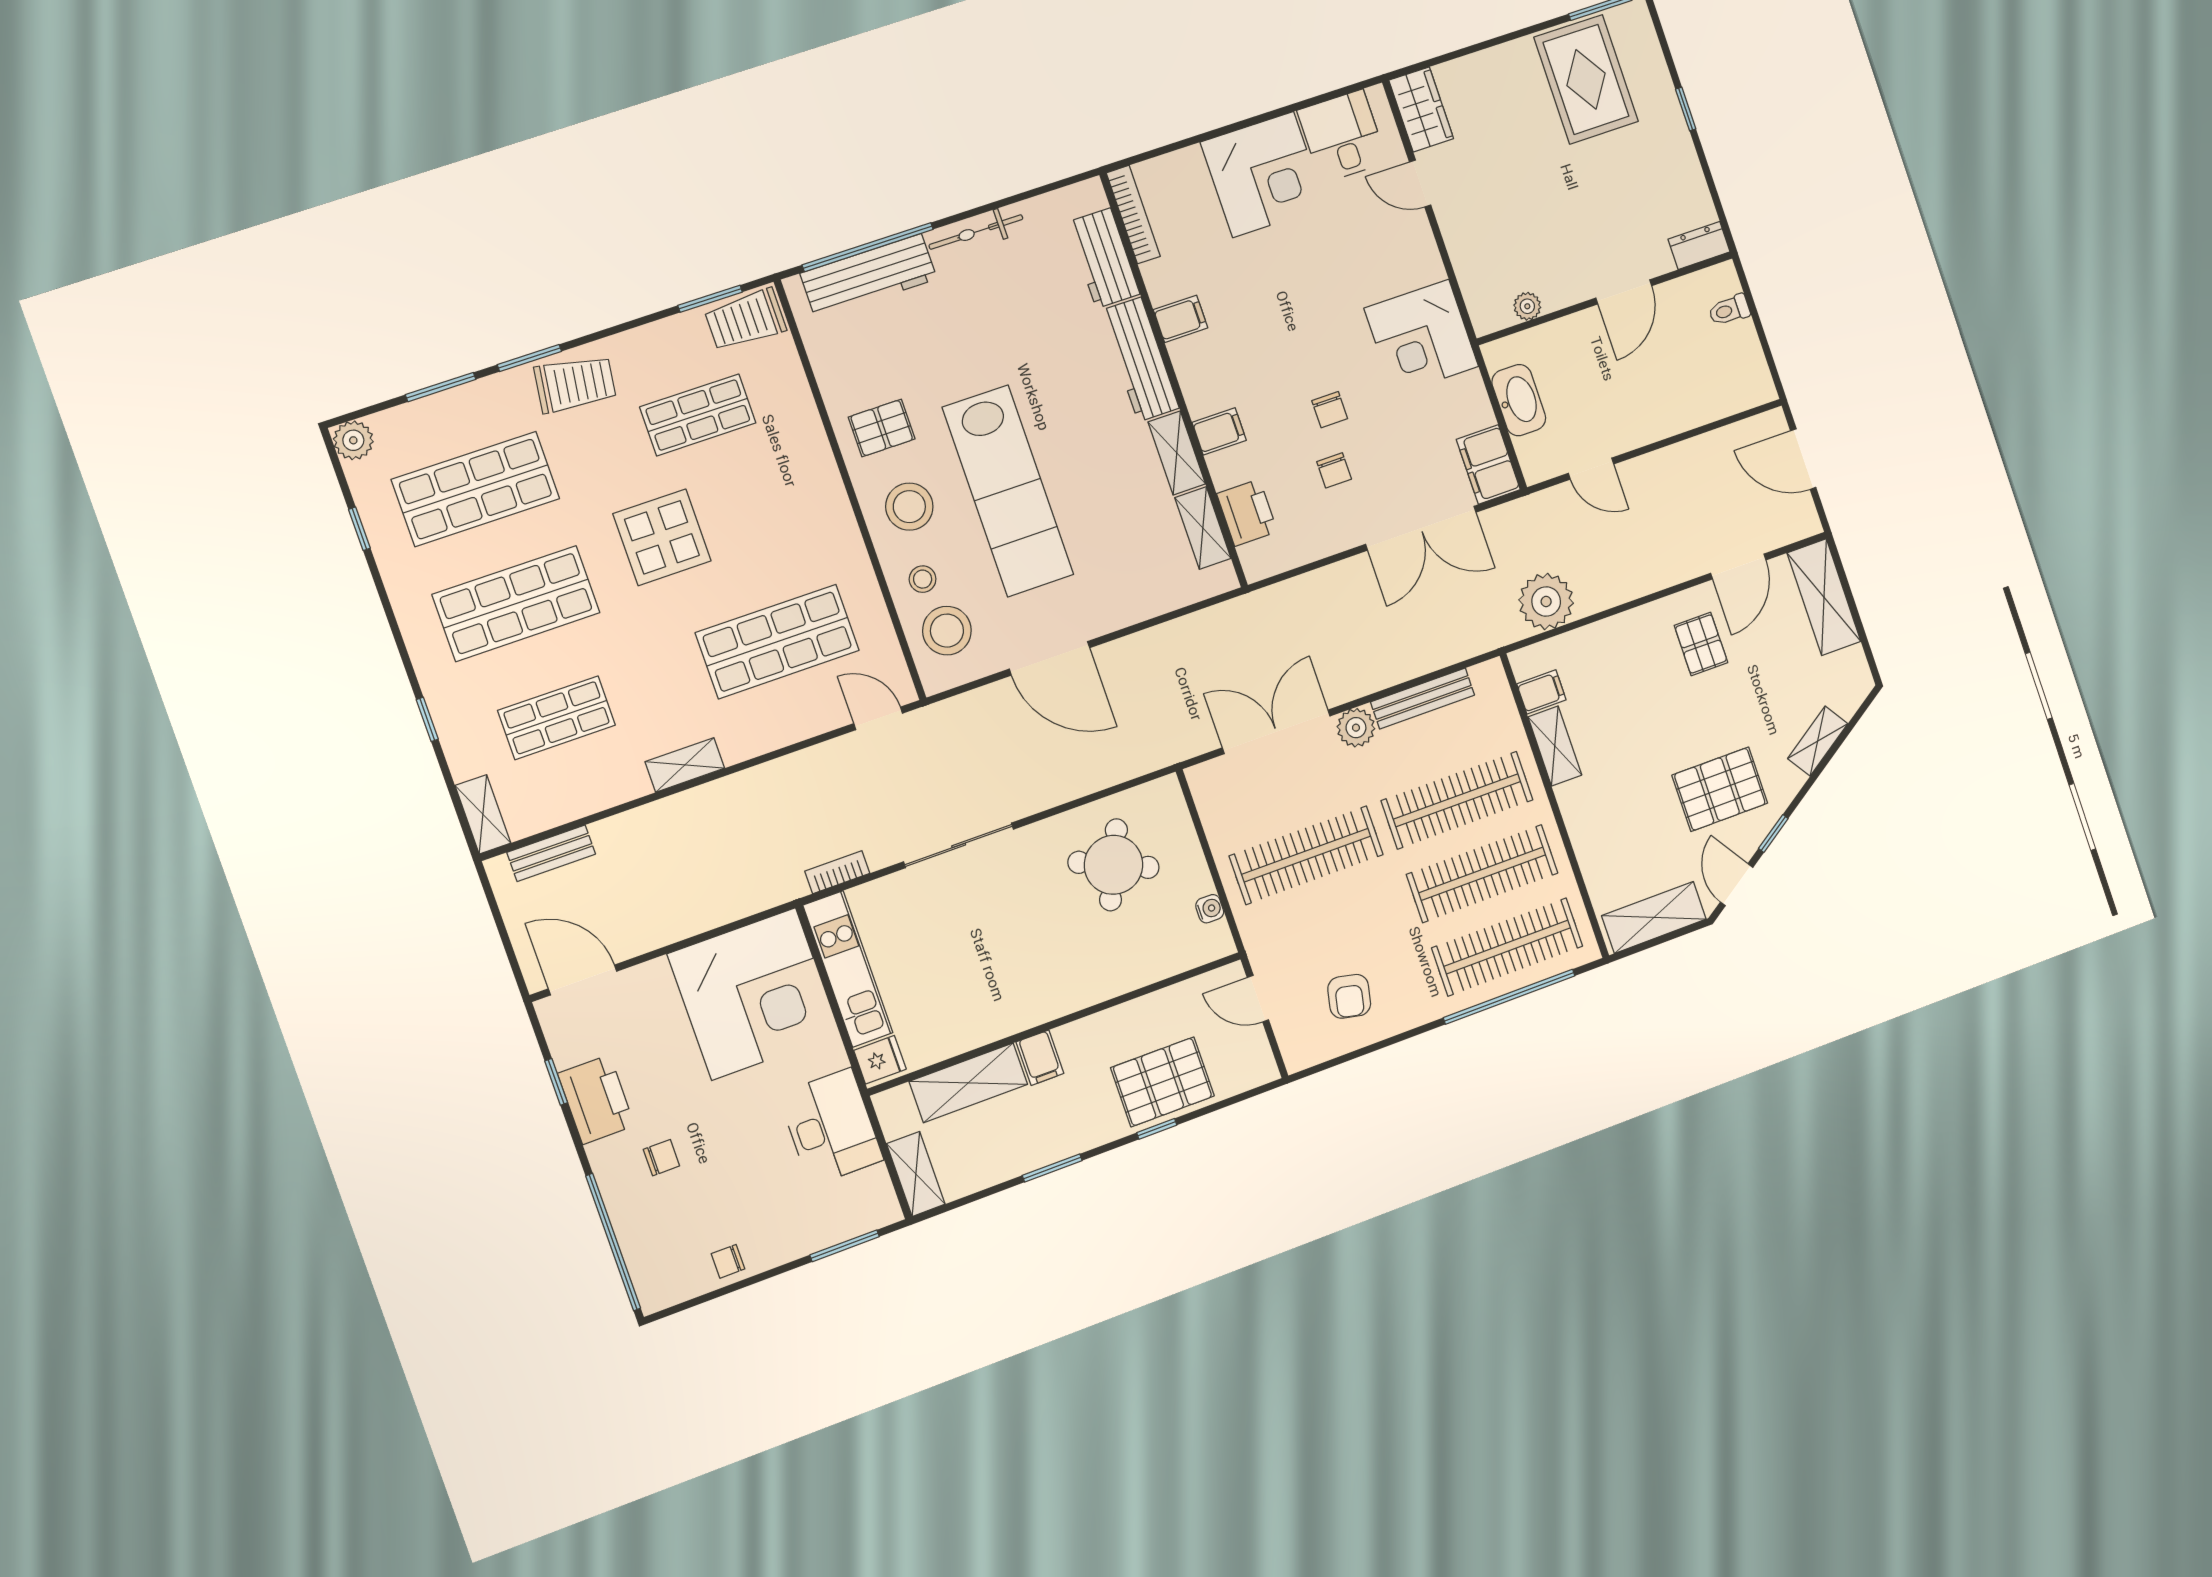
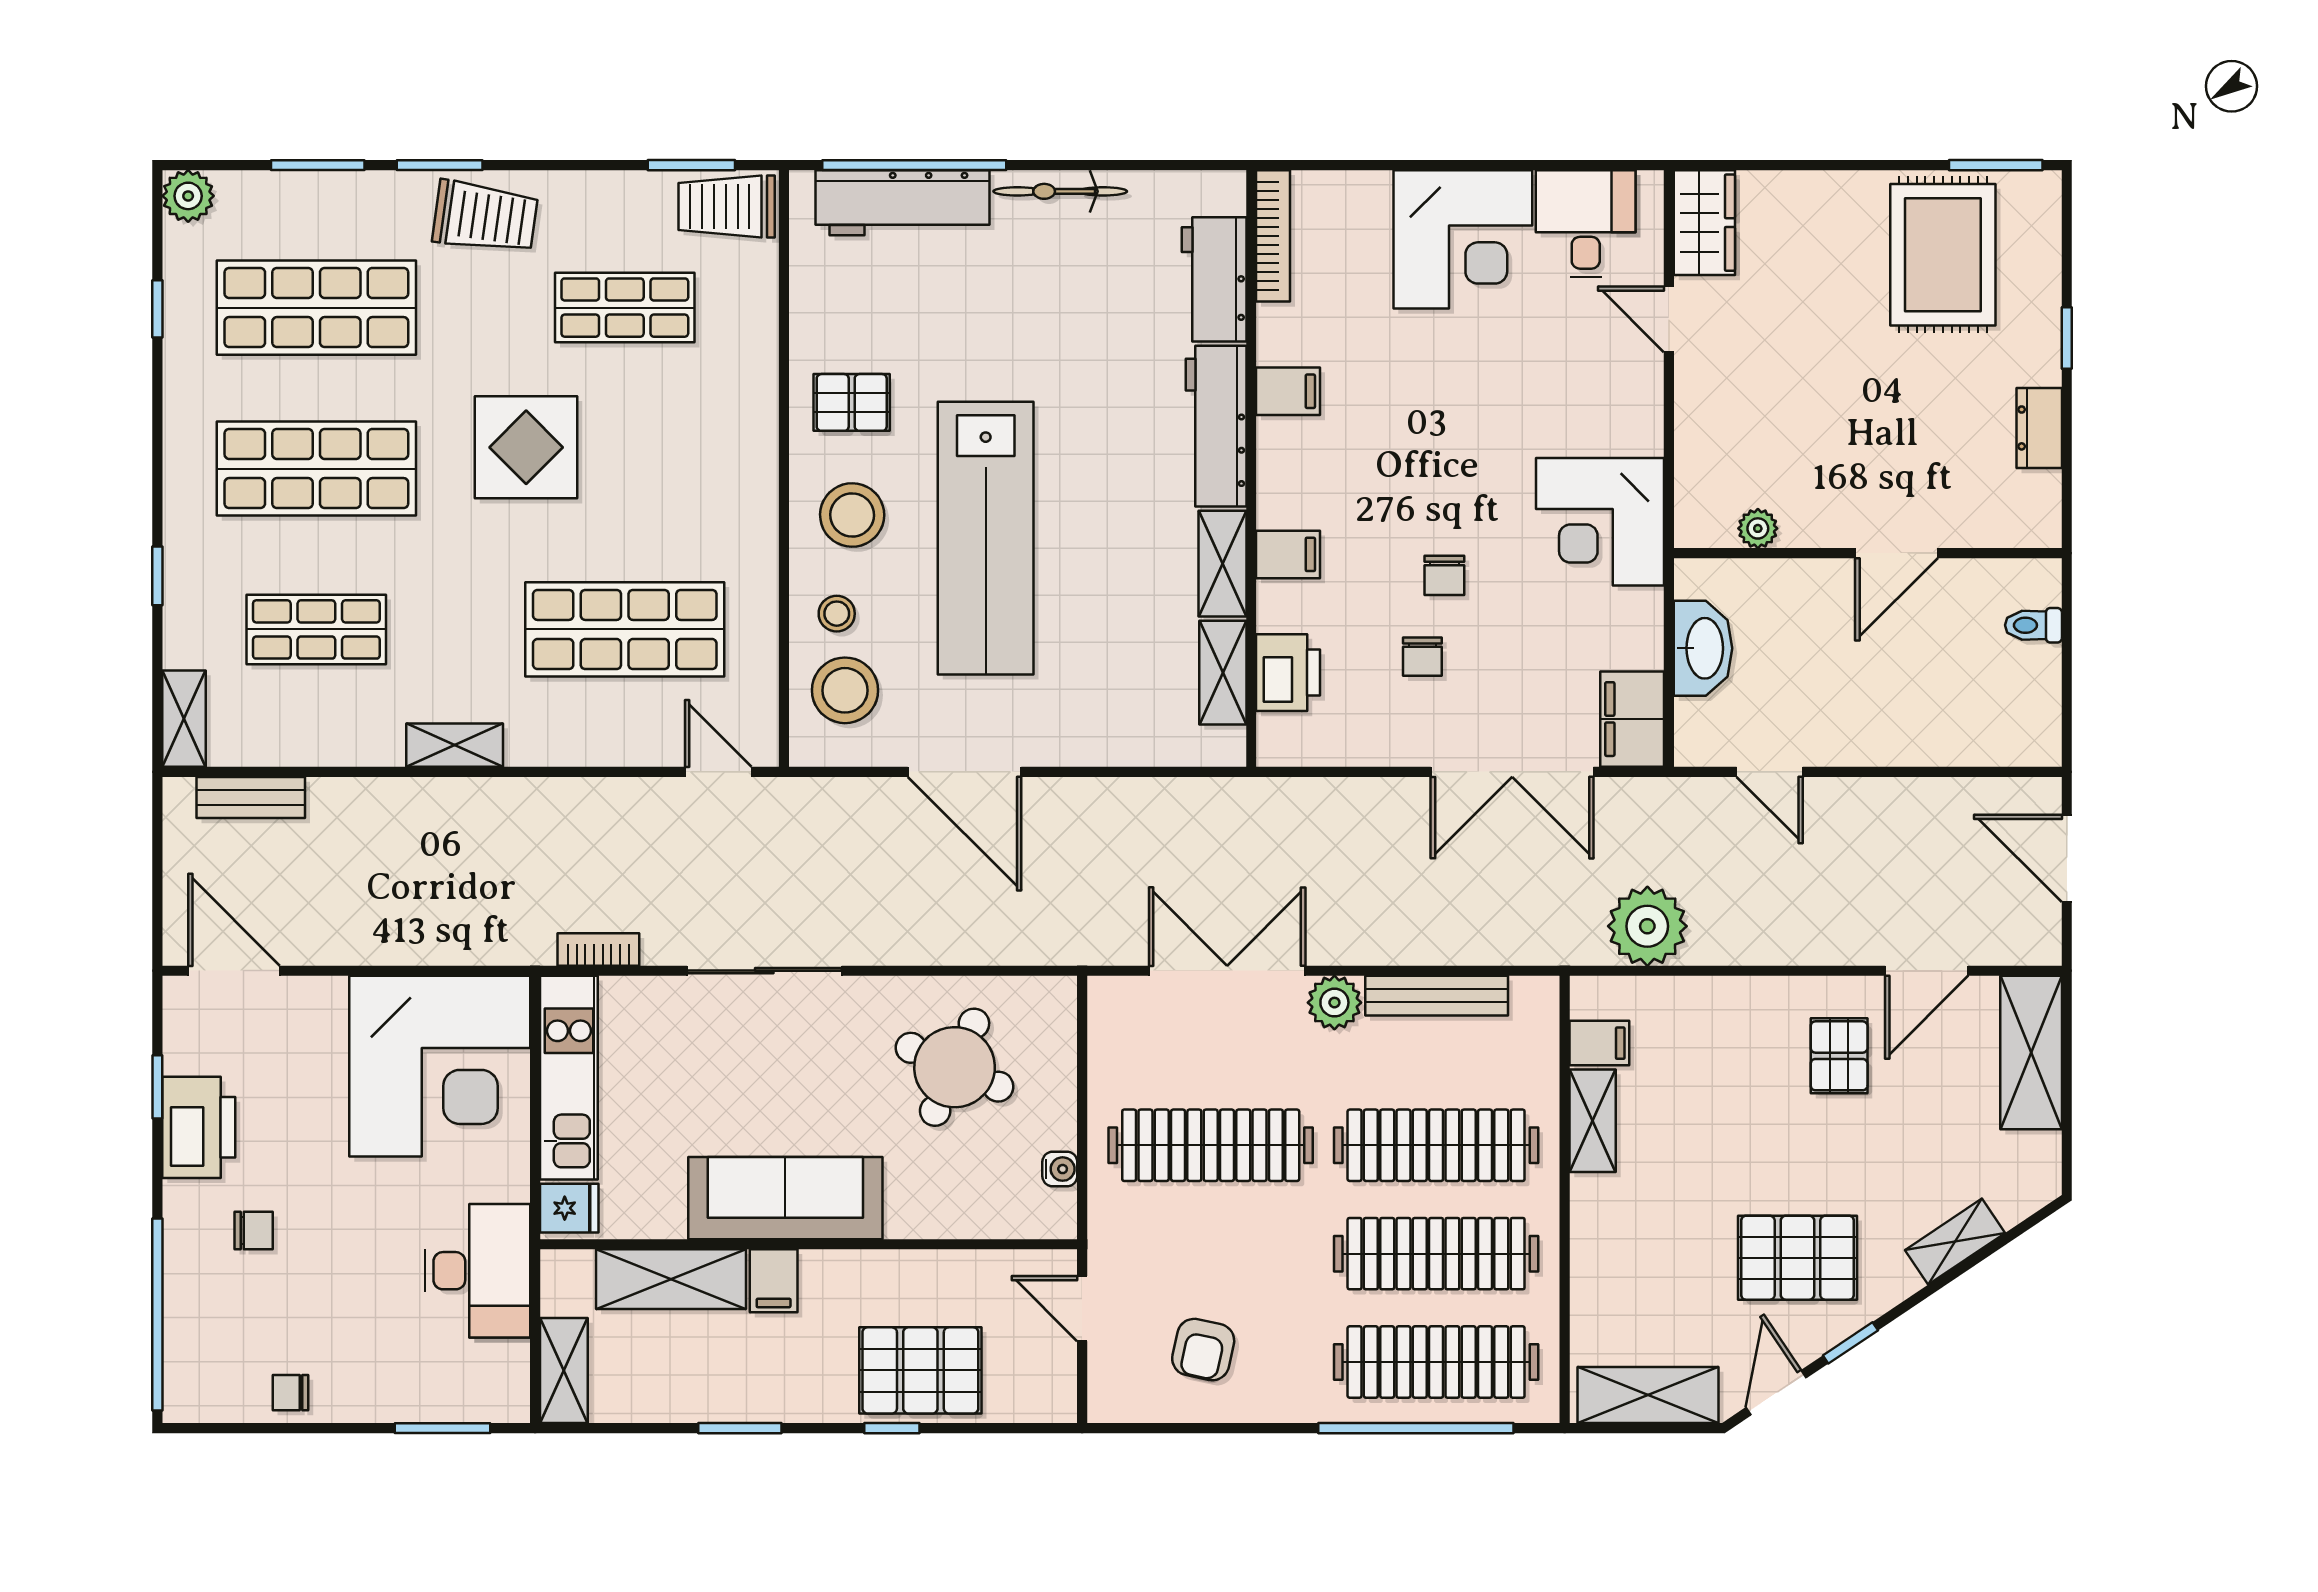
dresser: (1699, 245) -> (2039, 428), moved, turned -90
sofa: (1028, 998) -> (785, 1198), added

